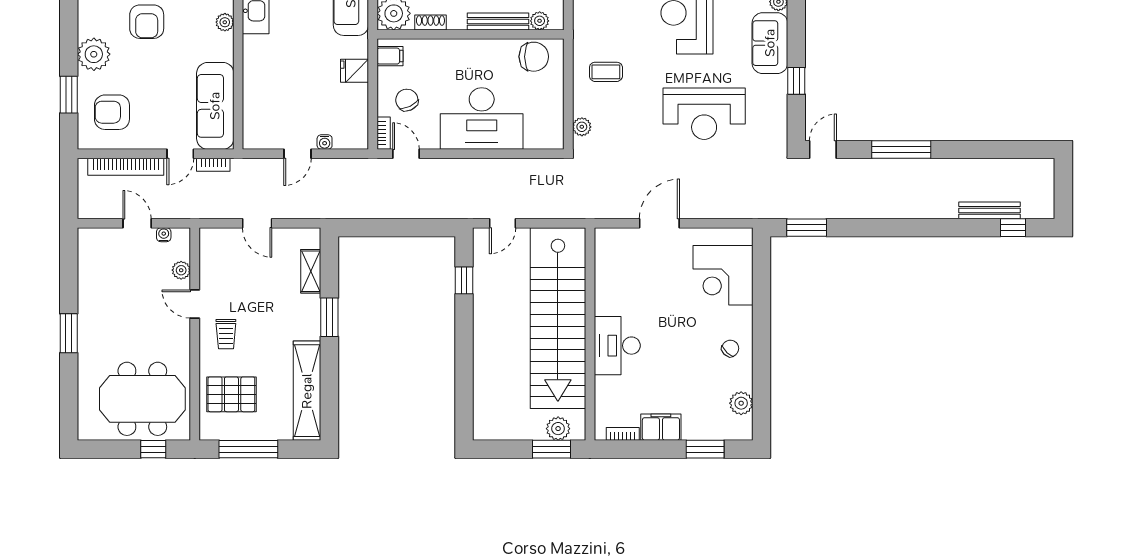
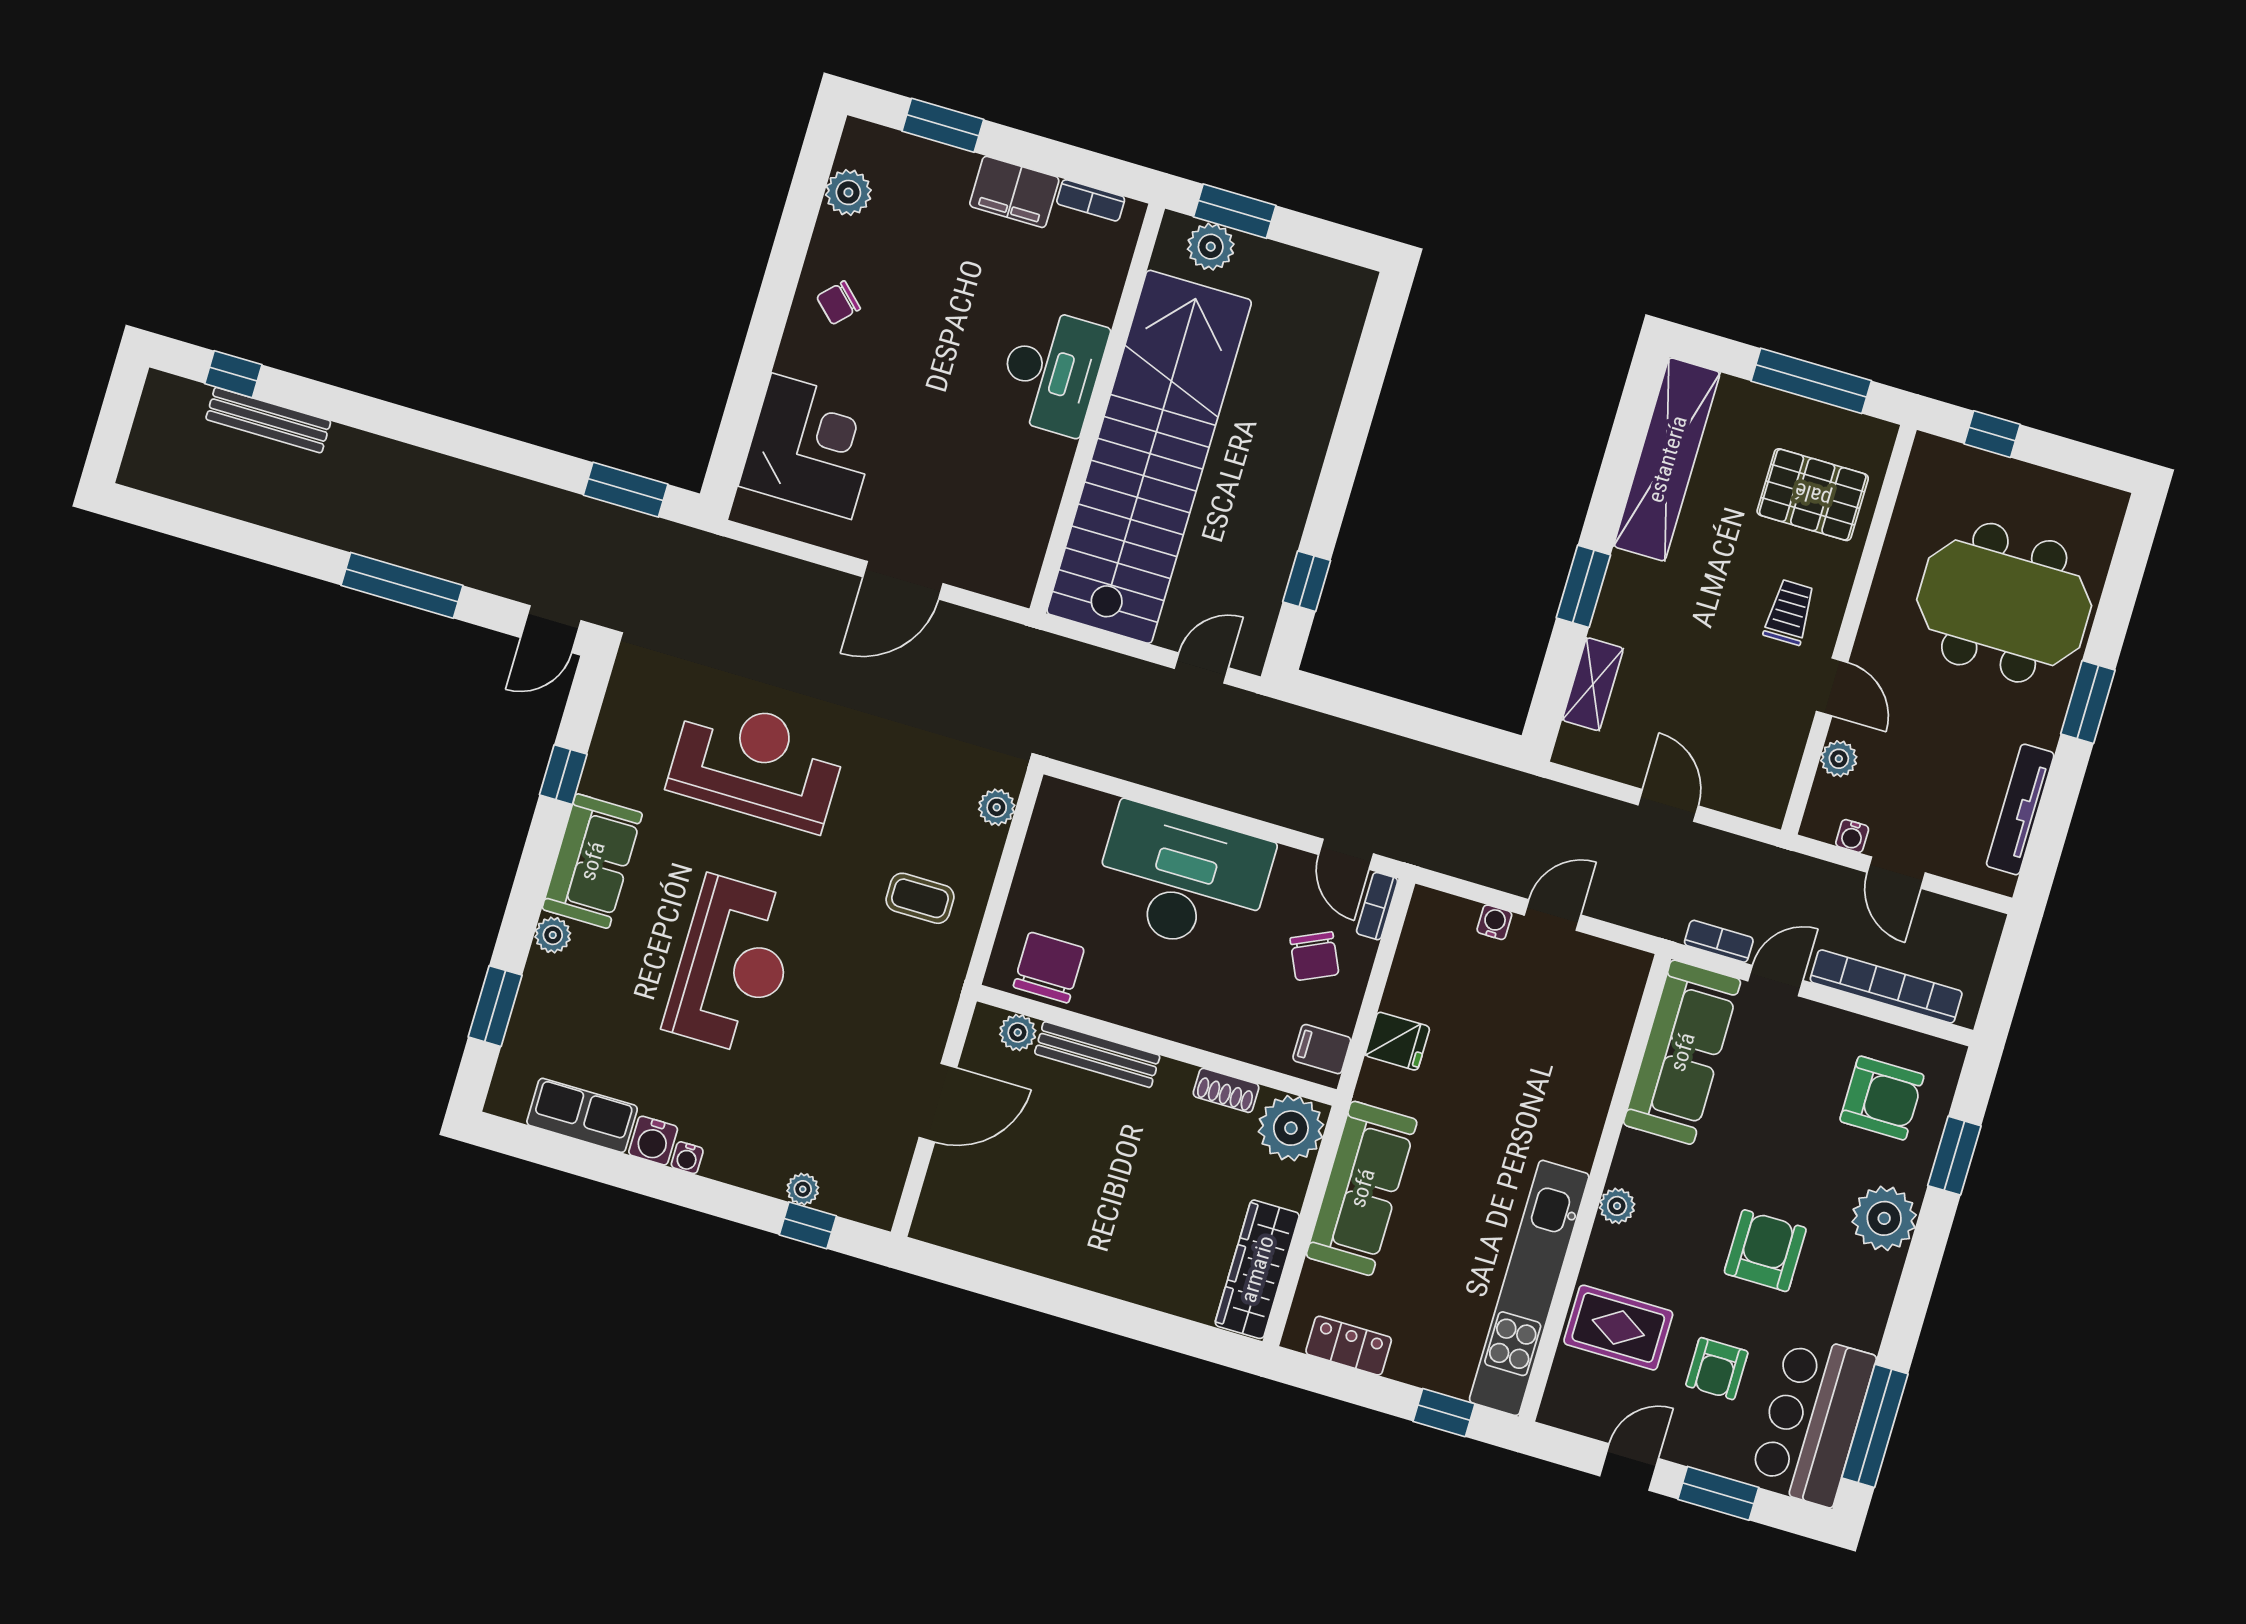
chair: (534, 57) -> (1049, 967), turned 90
tv unit: (86, 272) -> (2020, 809), added
meeting table: (142, 399) -> (2004, 603), moved

